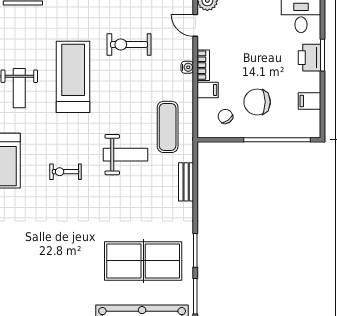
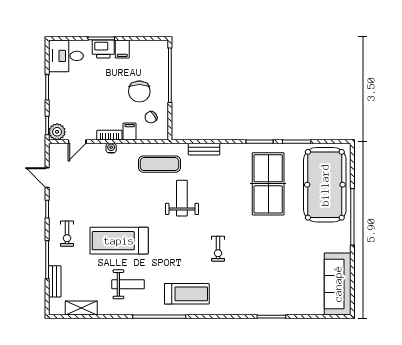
exercise bike: (129, 45) -> (67, 234), moved, width x0.73, depth x0.72
filing cabinet: (310, 101) -> (122, 49), moved
exercise bike: (66, 172) -> (218, 249), moved

